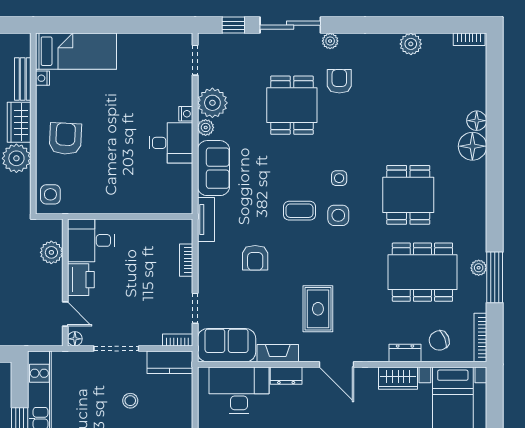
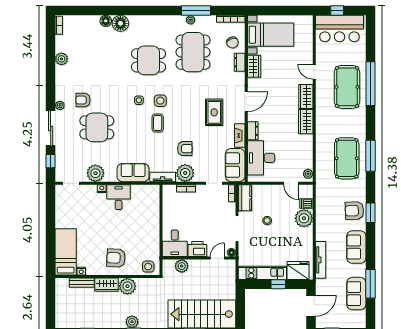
plant: (206, 127) -> (185, 173), moved, width x1.87, depth x1.87
rug: (318, 309) -> (214, 112), turned 90

